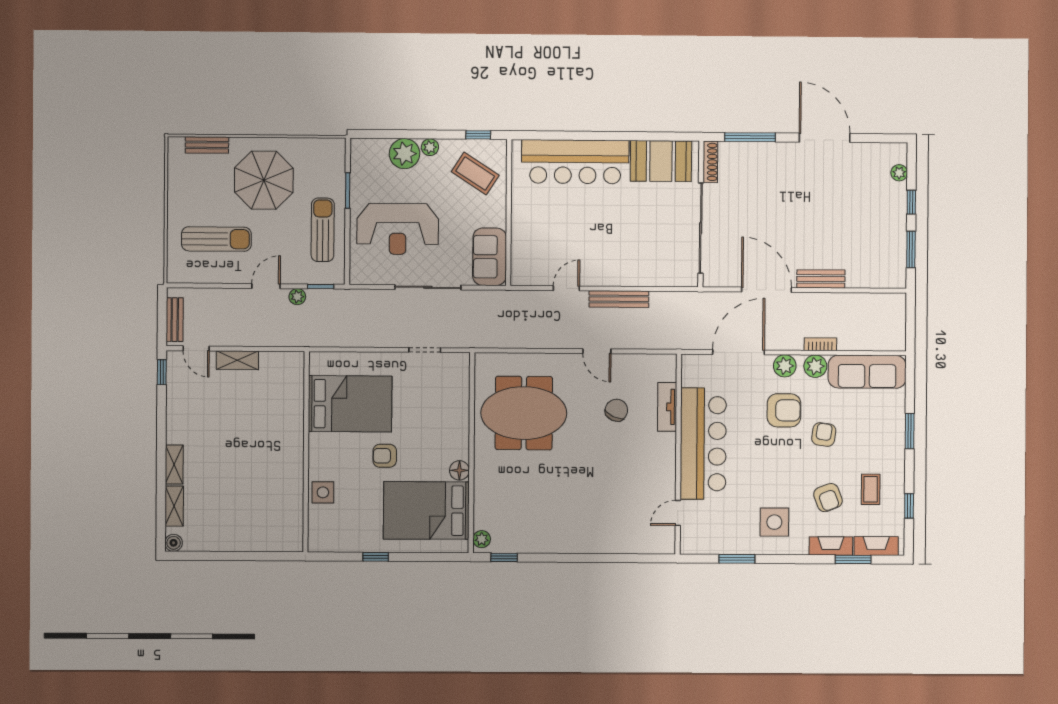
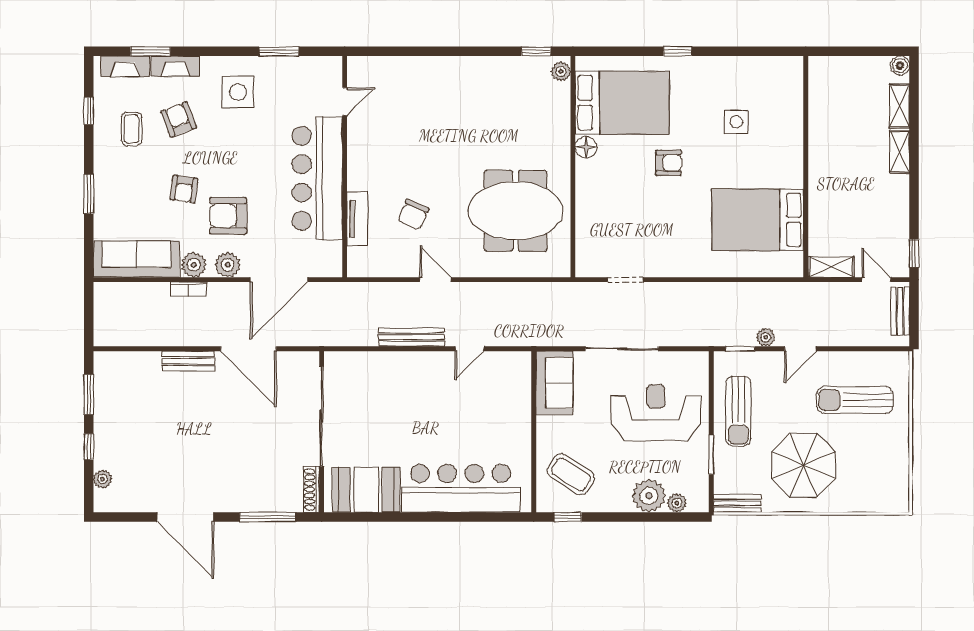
bench: (207, 145) -> (737, 503), moved
plant: (430, 147) -> (677, 503), moved
bed: (350, 404) -> (758, 220), moved
wall: (306, 452) -> (806, 167), moved

